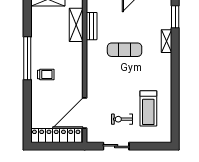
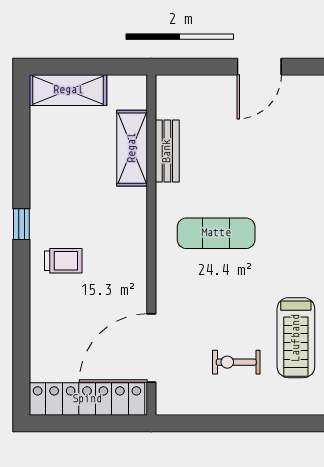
exercise mat: (125, 50) -> (216, 233), moved
window: (27, 58) -> (21, 224), width x0.32
sliding door: (116, 146) -> (223, 423), removed

